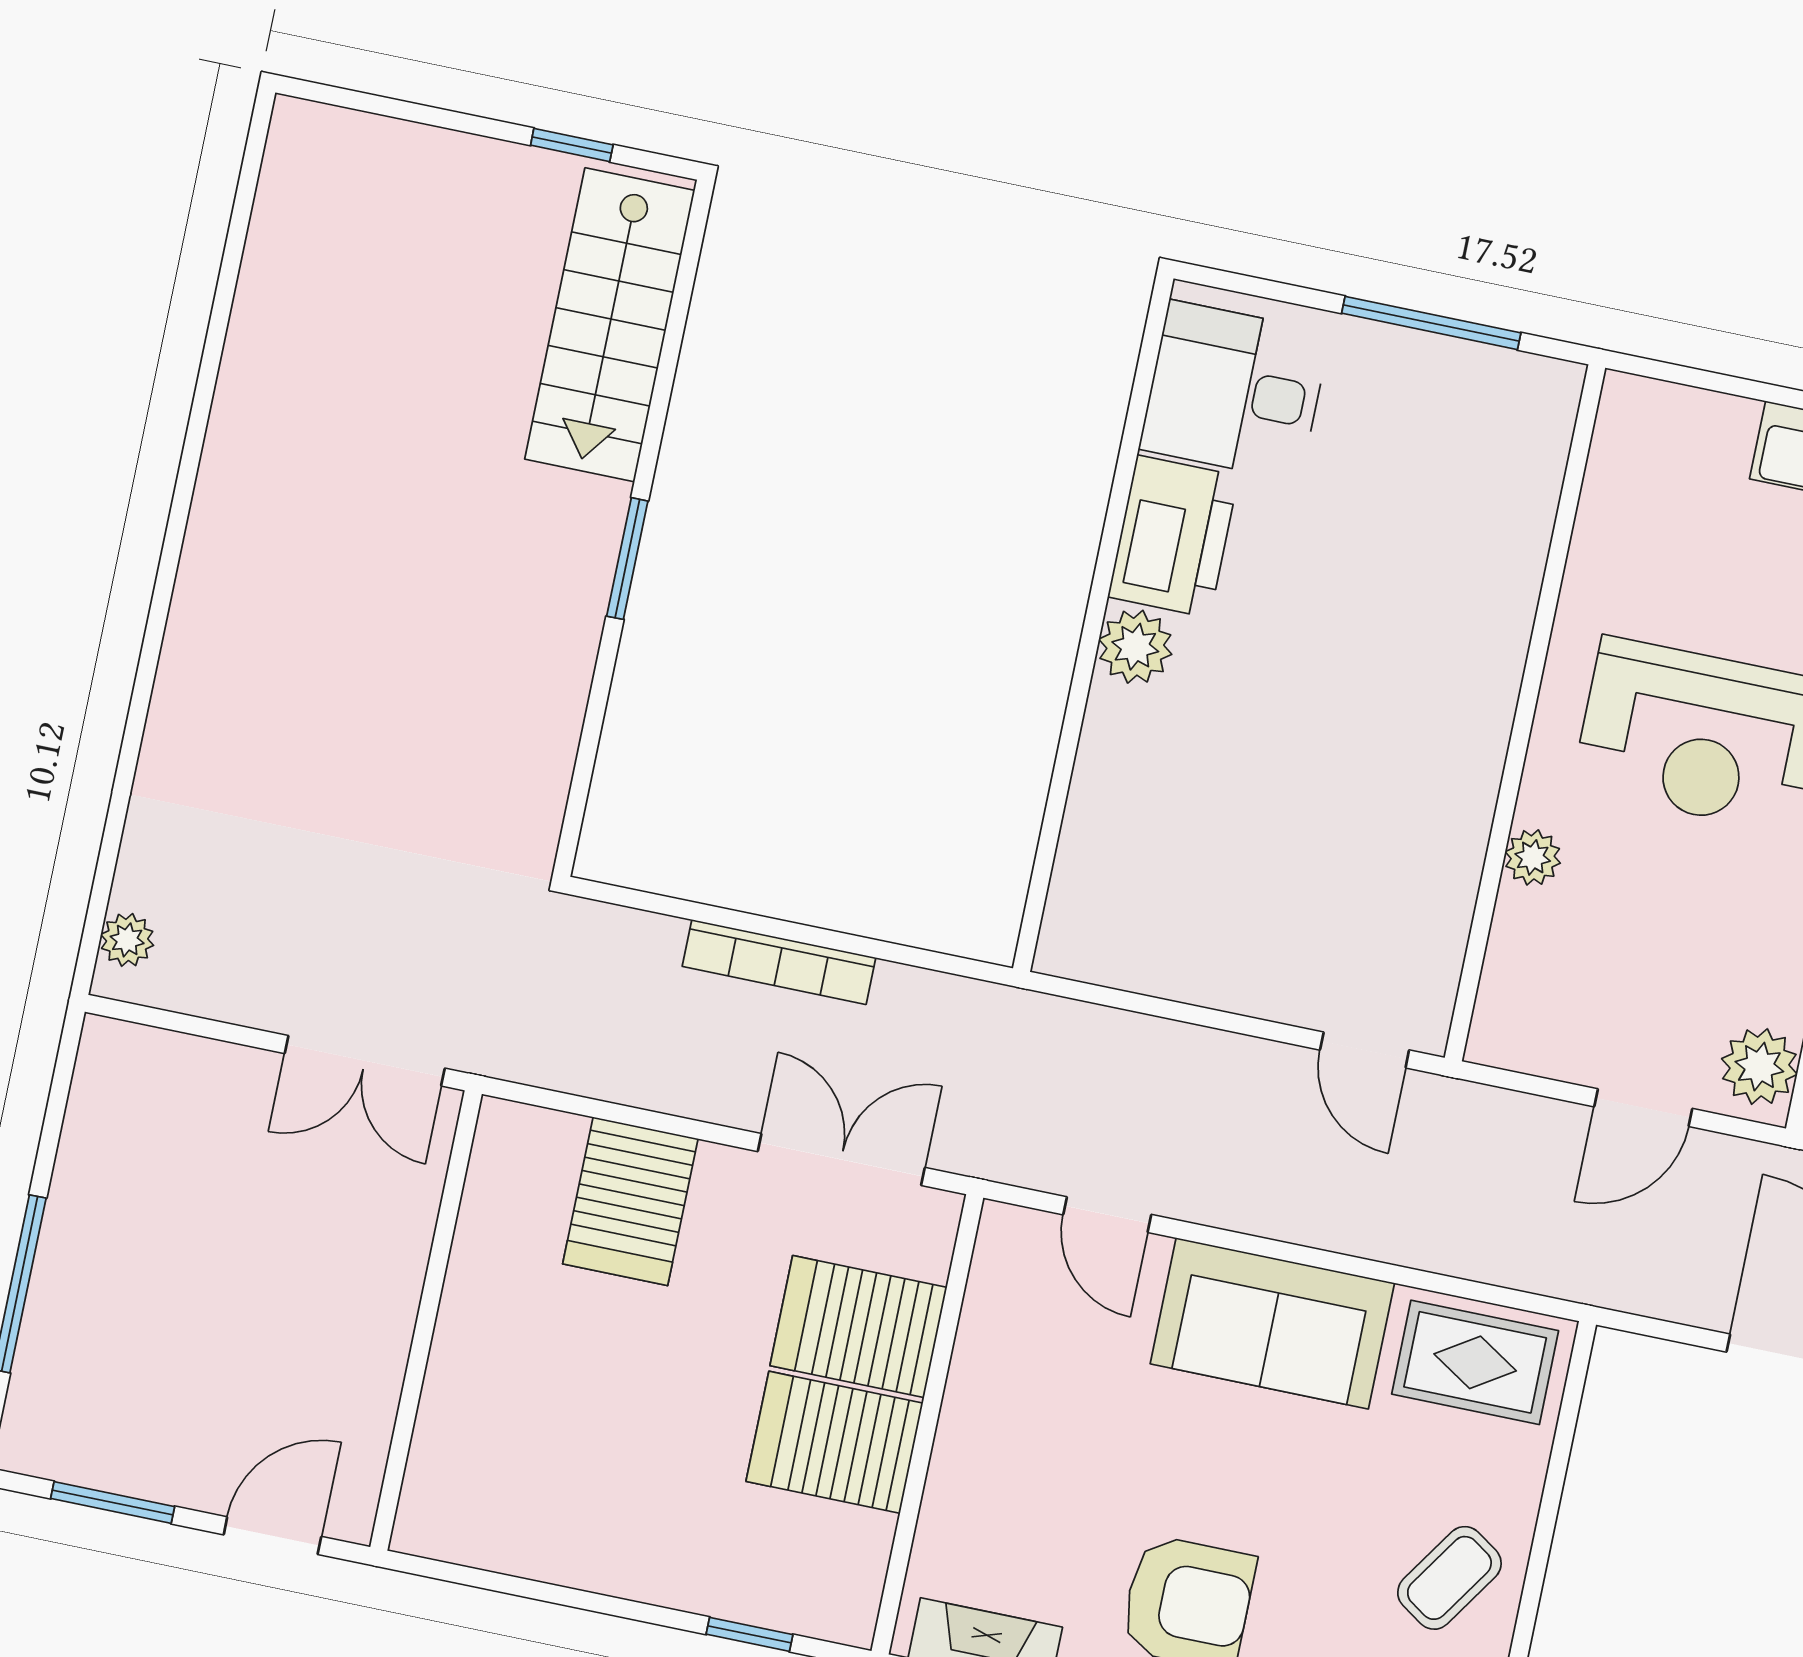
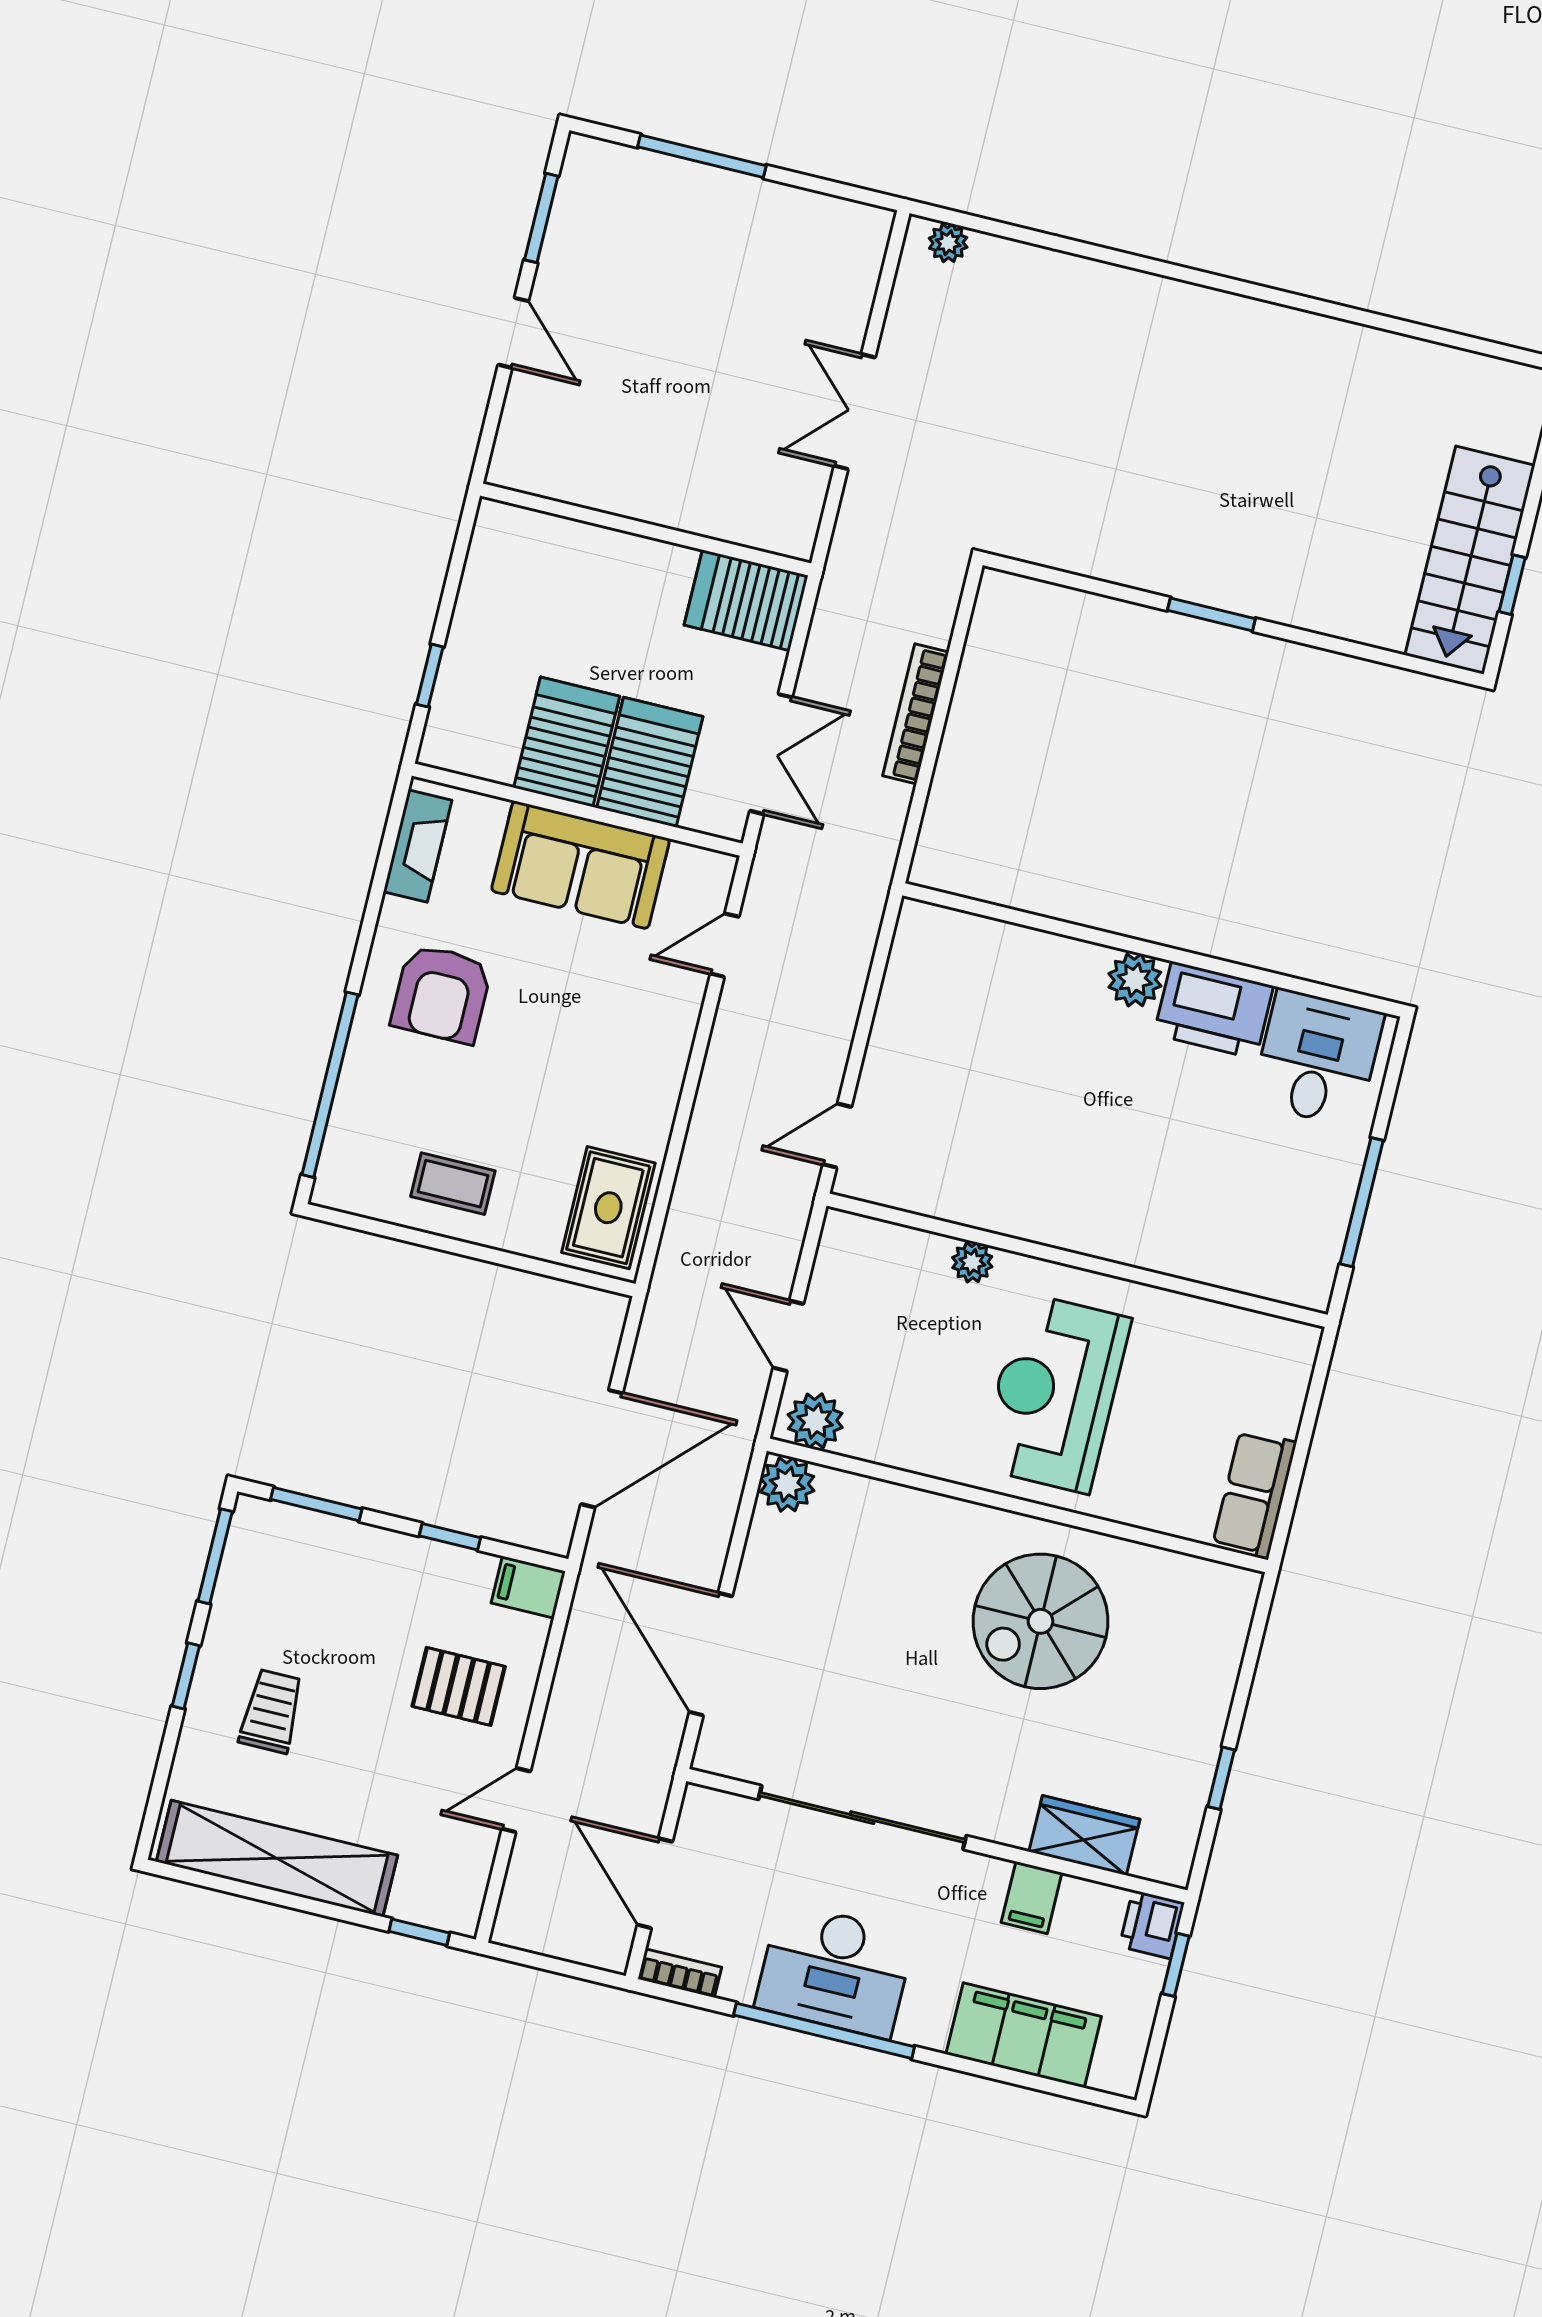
stairs: (610, 325) -> (1470, 560), moved, turned -90
wall: (426, 1320) -> (646, 529), moved
sofa: (1272, 1323) -> (581, 865), moved, turned -90
coffee table: (1449, 1578) -> (453, 1184), turned -34

